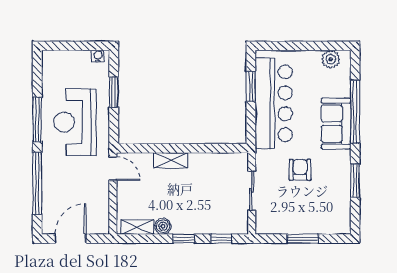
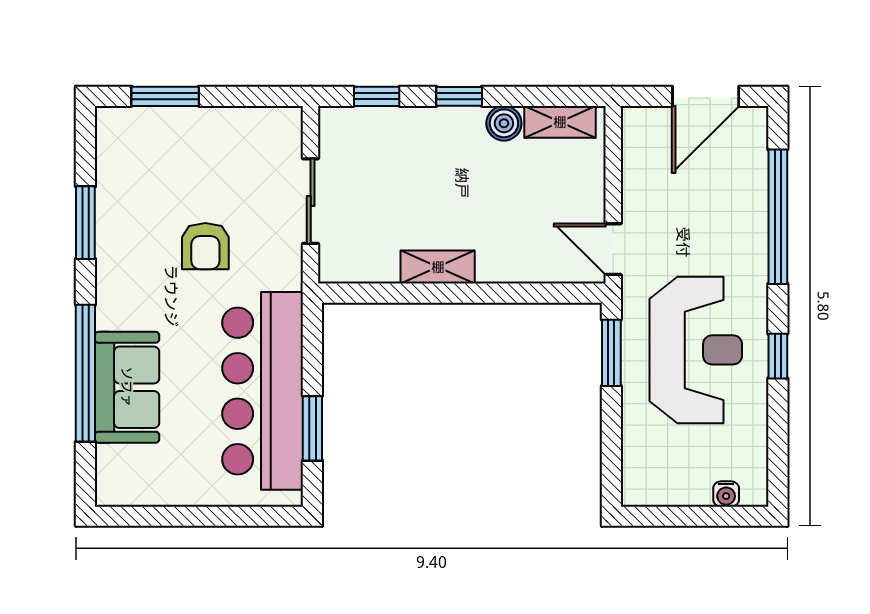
water cooler: (98, 56) -> (726, 494), moved
plant: (331, 59) -> (139, 487), removed
window: (114, 92) -> (611, 353), moved
window: (37, 119) -> (778, 356), width x0.46
sofa: (336, 124) -> (127, 387), moved
shelving: (171, 160) -> (438, 267), moved
window: (303, 239) -> (165, 96), moved

